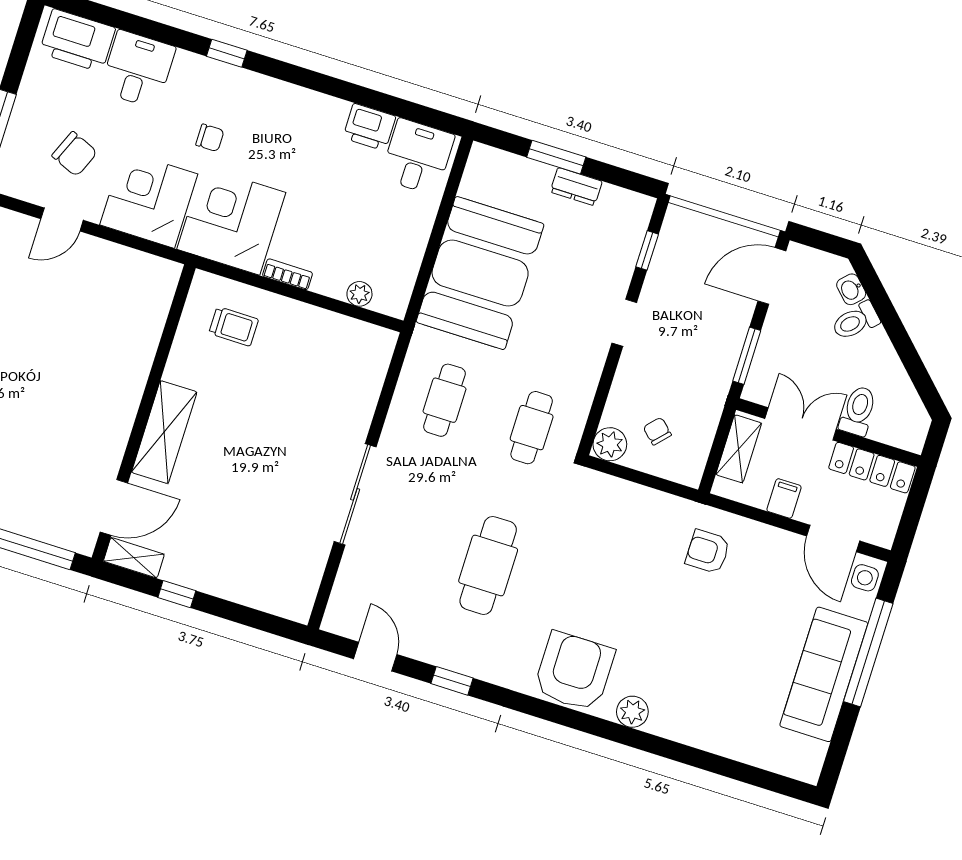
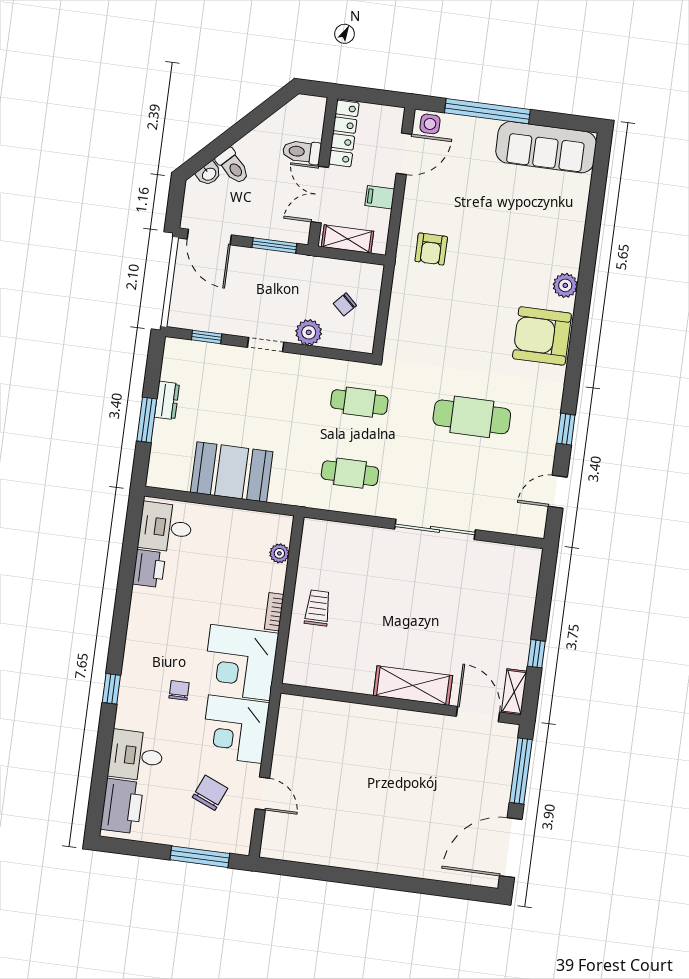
booth: (480, 273) -> (232, 472), width x0.73, depth x0.70
trolley: (234, 326) -> (318, 608), moved
plant: (610, 444) -> (309, 332), moved
sofa: (824, 674) -> (546, 147), moved

